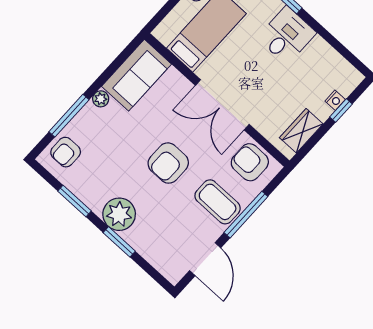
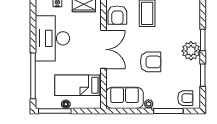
desk: (287, 35) -> (52, 38), width x1.87, depth x1.30
armchair: (168, 163) -> (151, 62), moved

